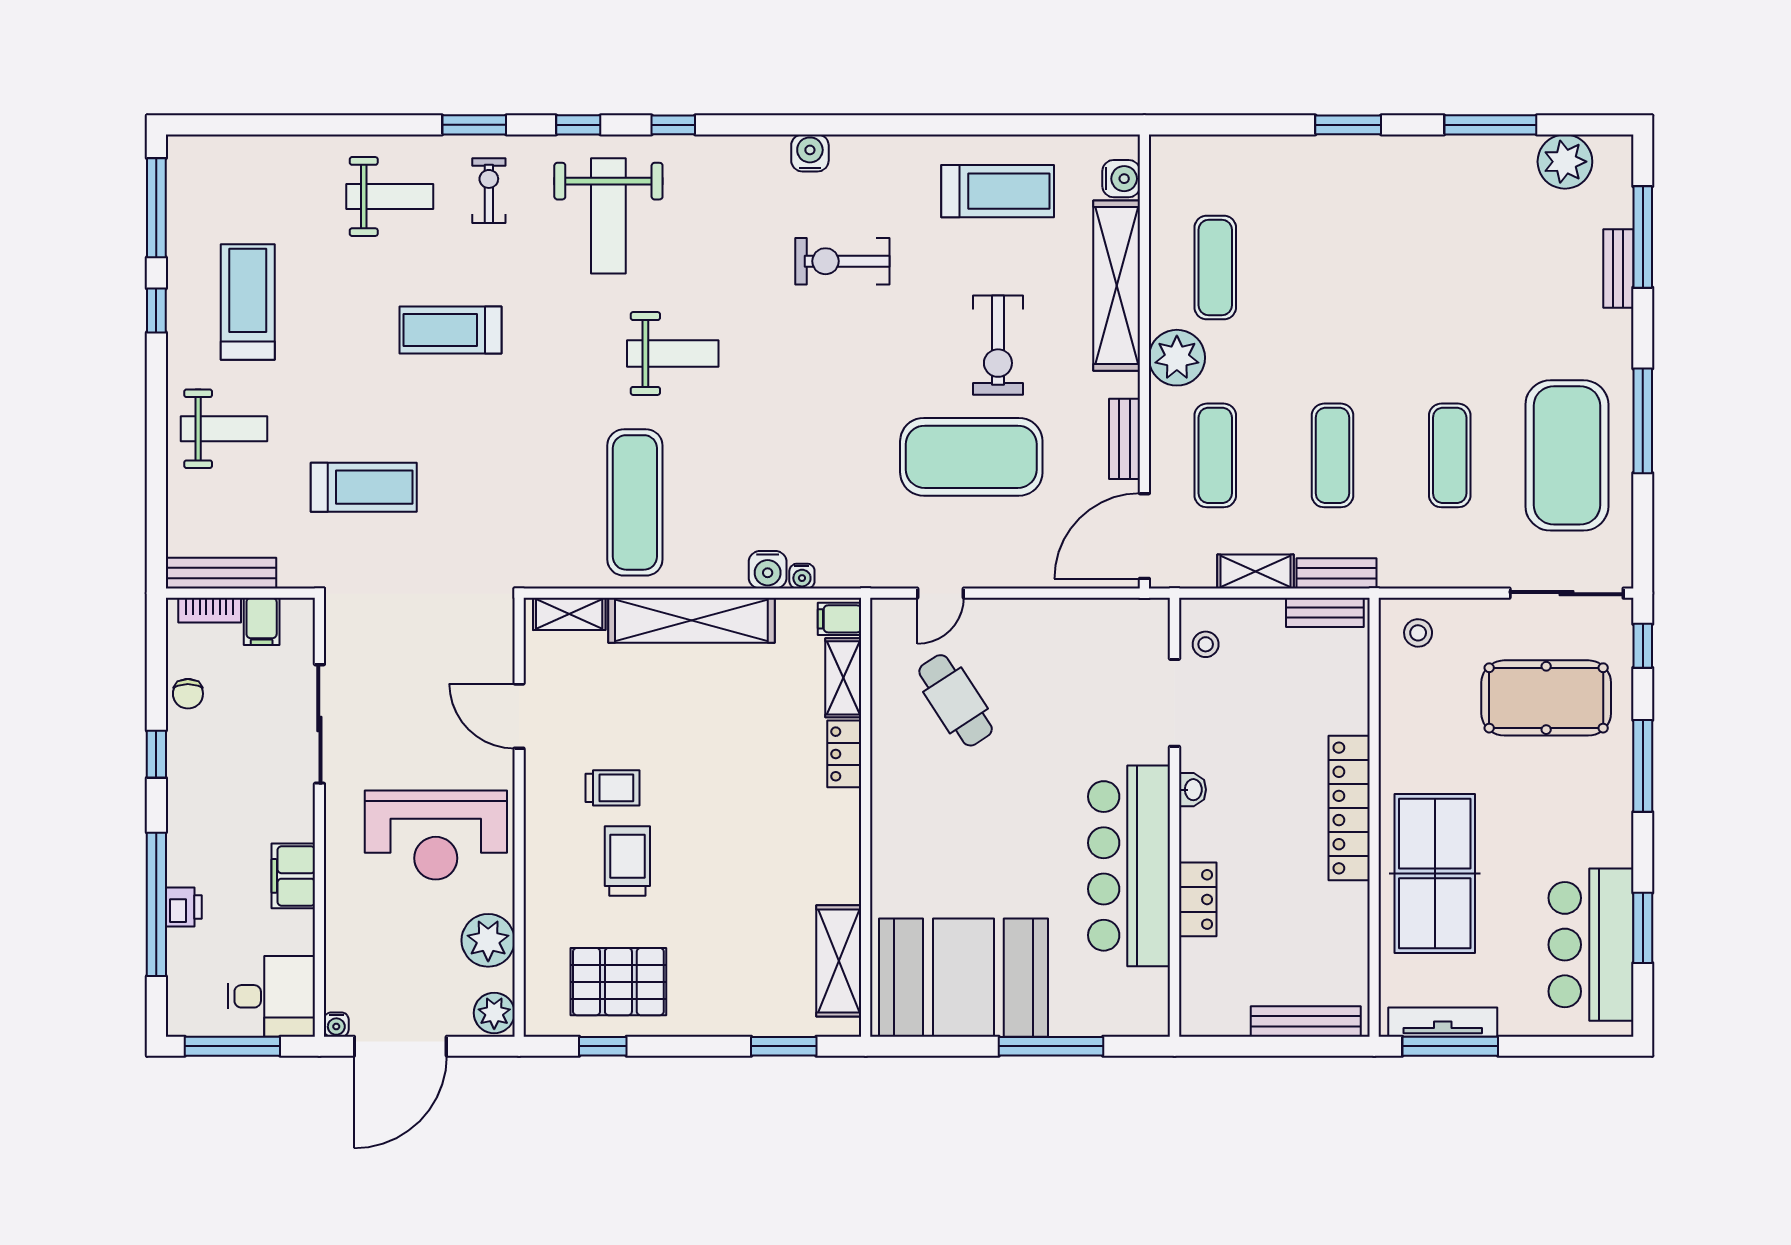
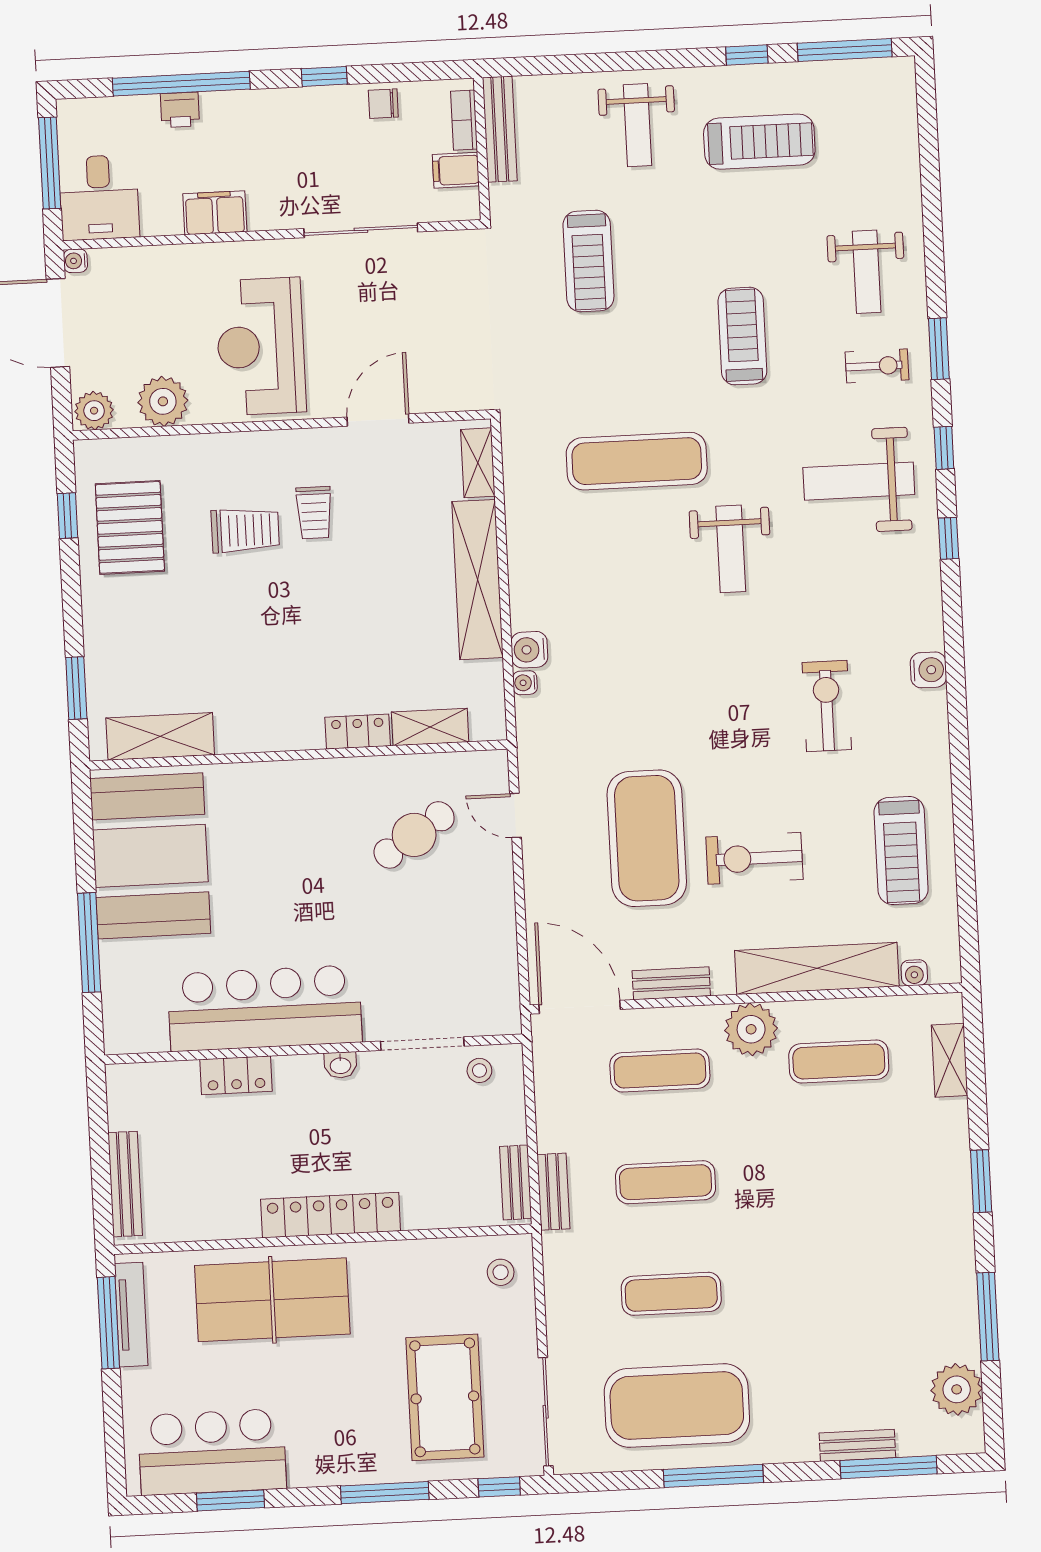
water cooler: (1121, 179) -> (914, 973), width x0.72, depth x0.72
exercise mat: (635, 502) -> (637, 461), moved
shelving: (1256, 571) -> (950, 1060), moved
filing cabinet: (839, 619) -> (486, 720), removed

